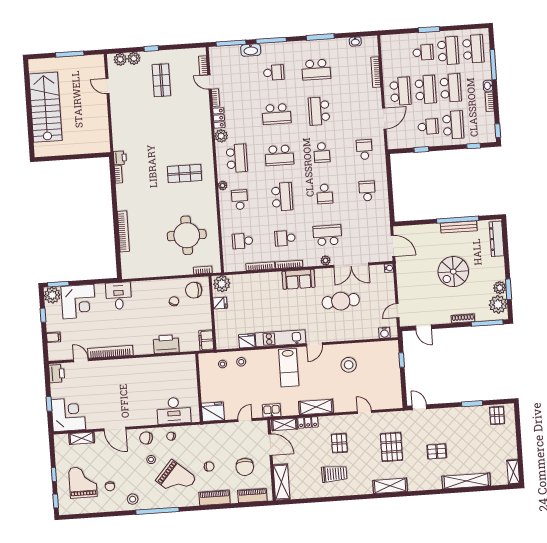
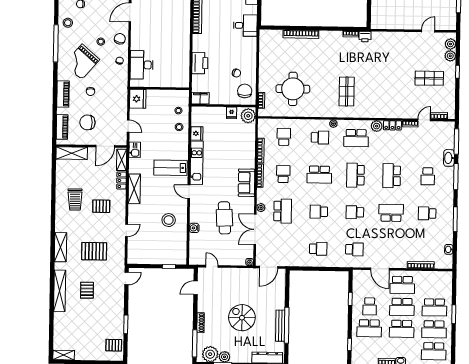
school desk: (423, 52) -> (434, 307), width x1.85
school desk: (316, 70) -> (427, 213), width x0.54
water cooler: (384, 333) -> (194, 228), moved
shelving: (466, 481) -> (60, 291), moved

